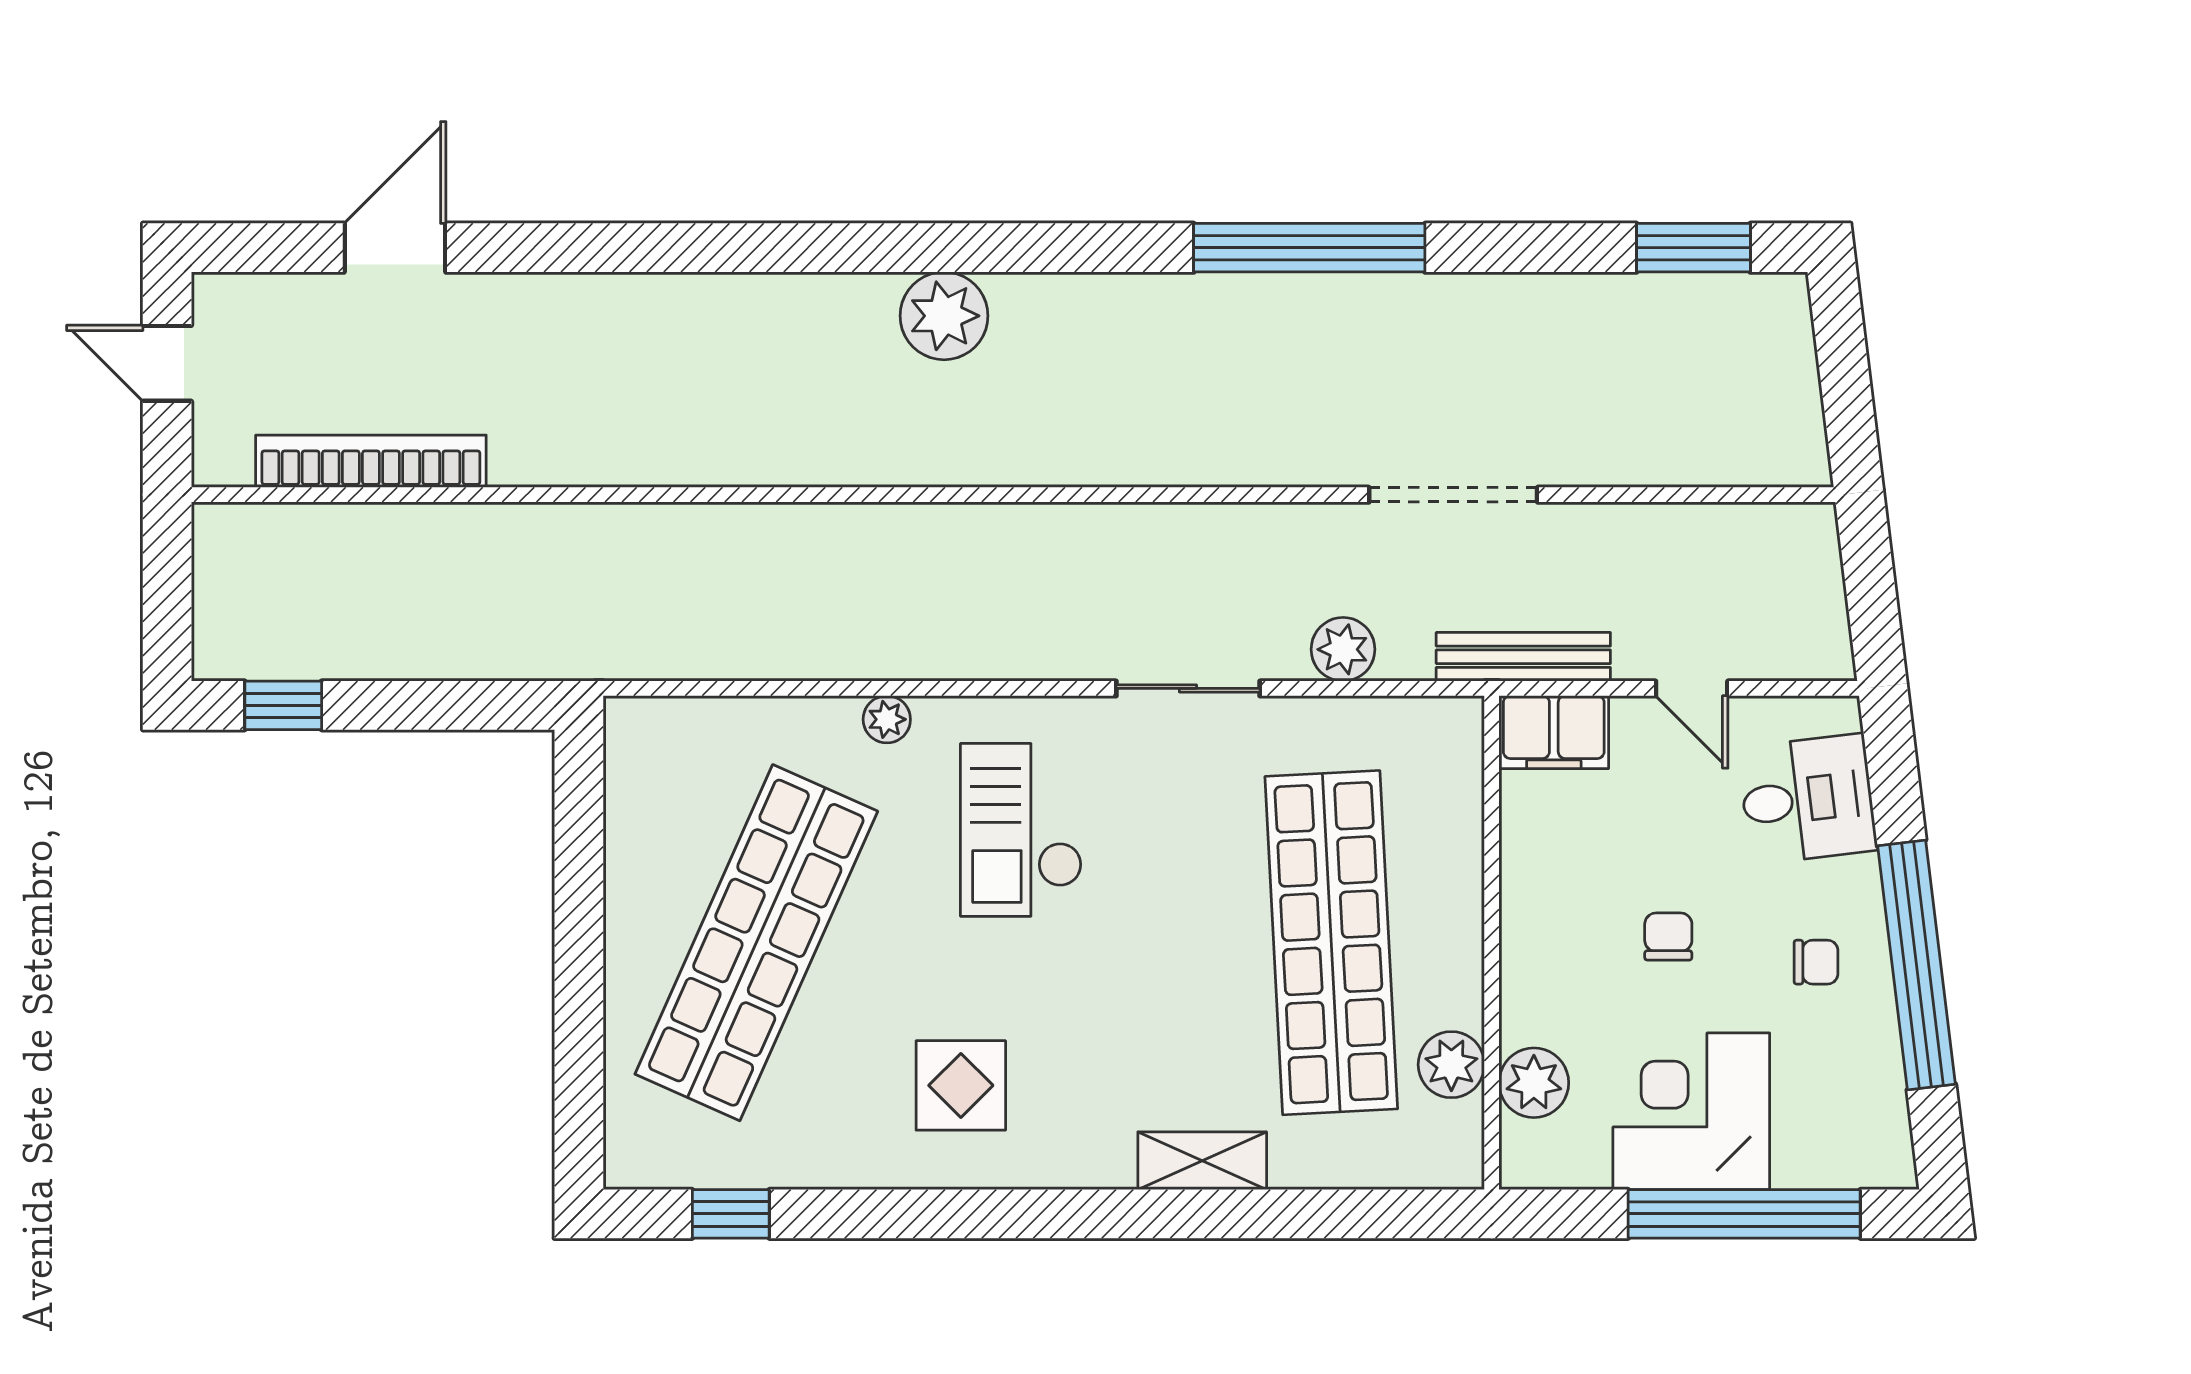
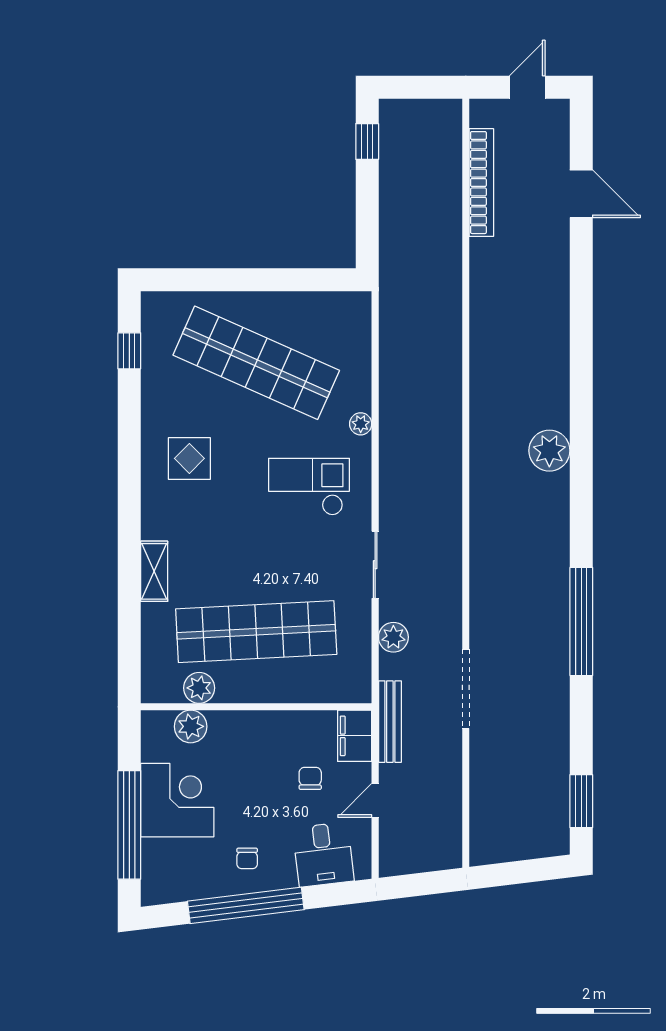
chair: (1668, 937) -> (310, 778), moved, turned -90

